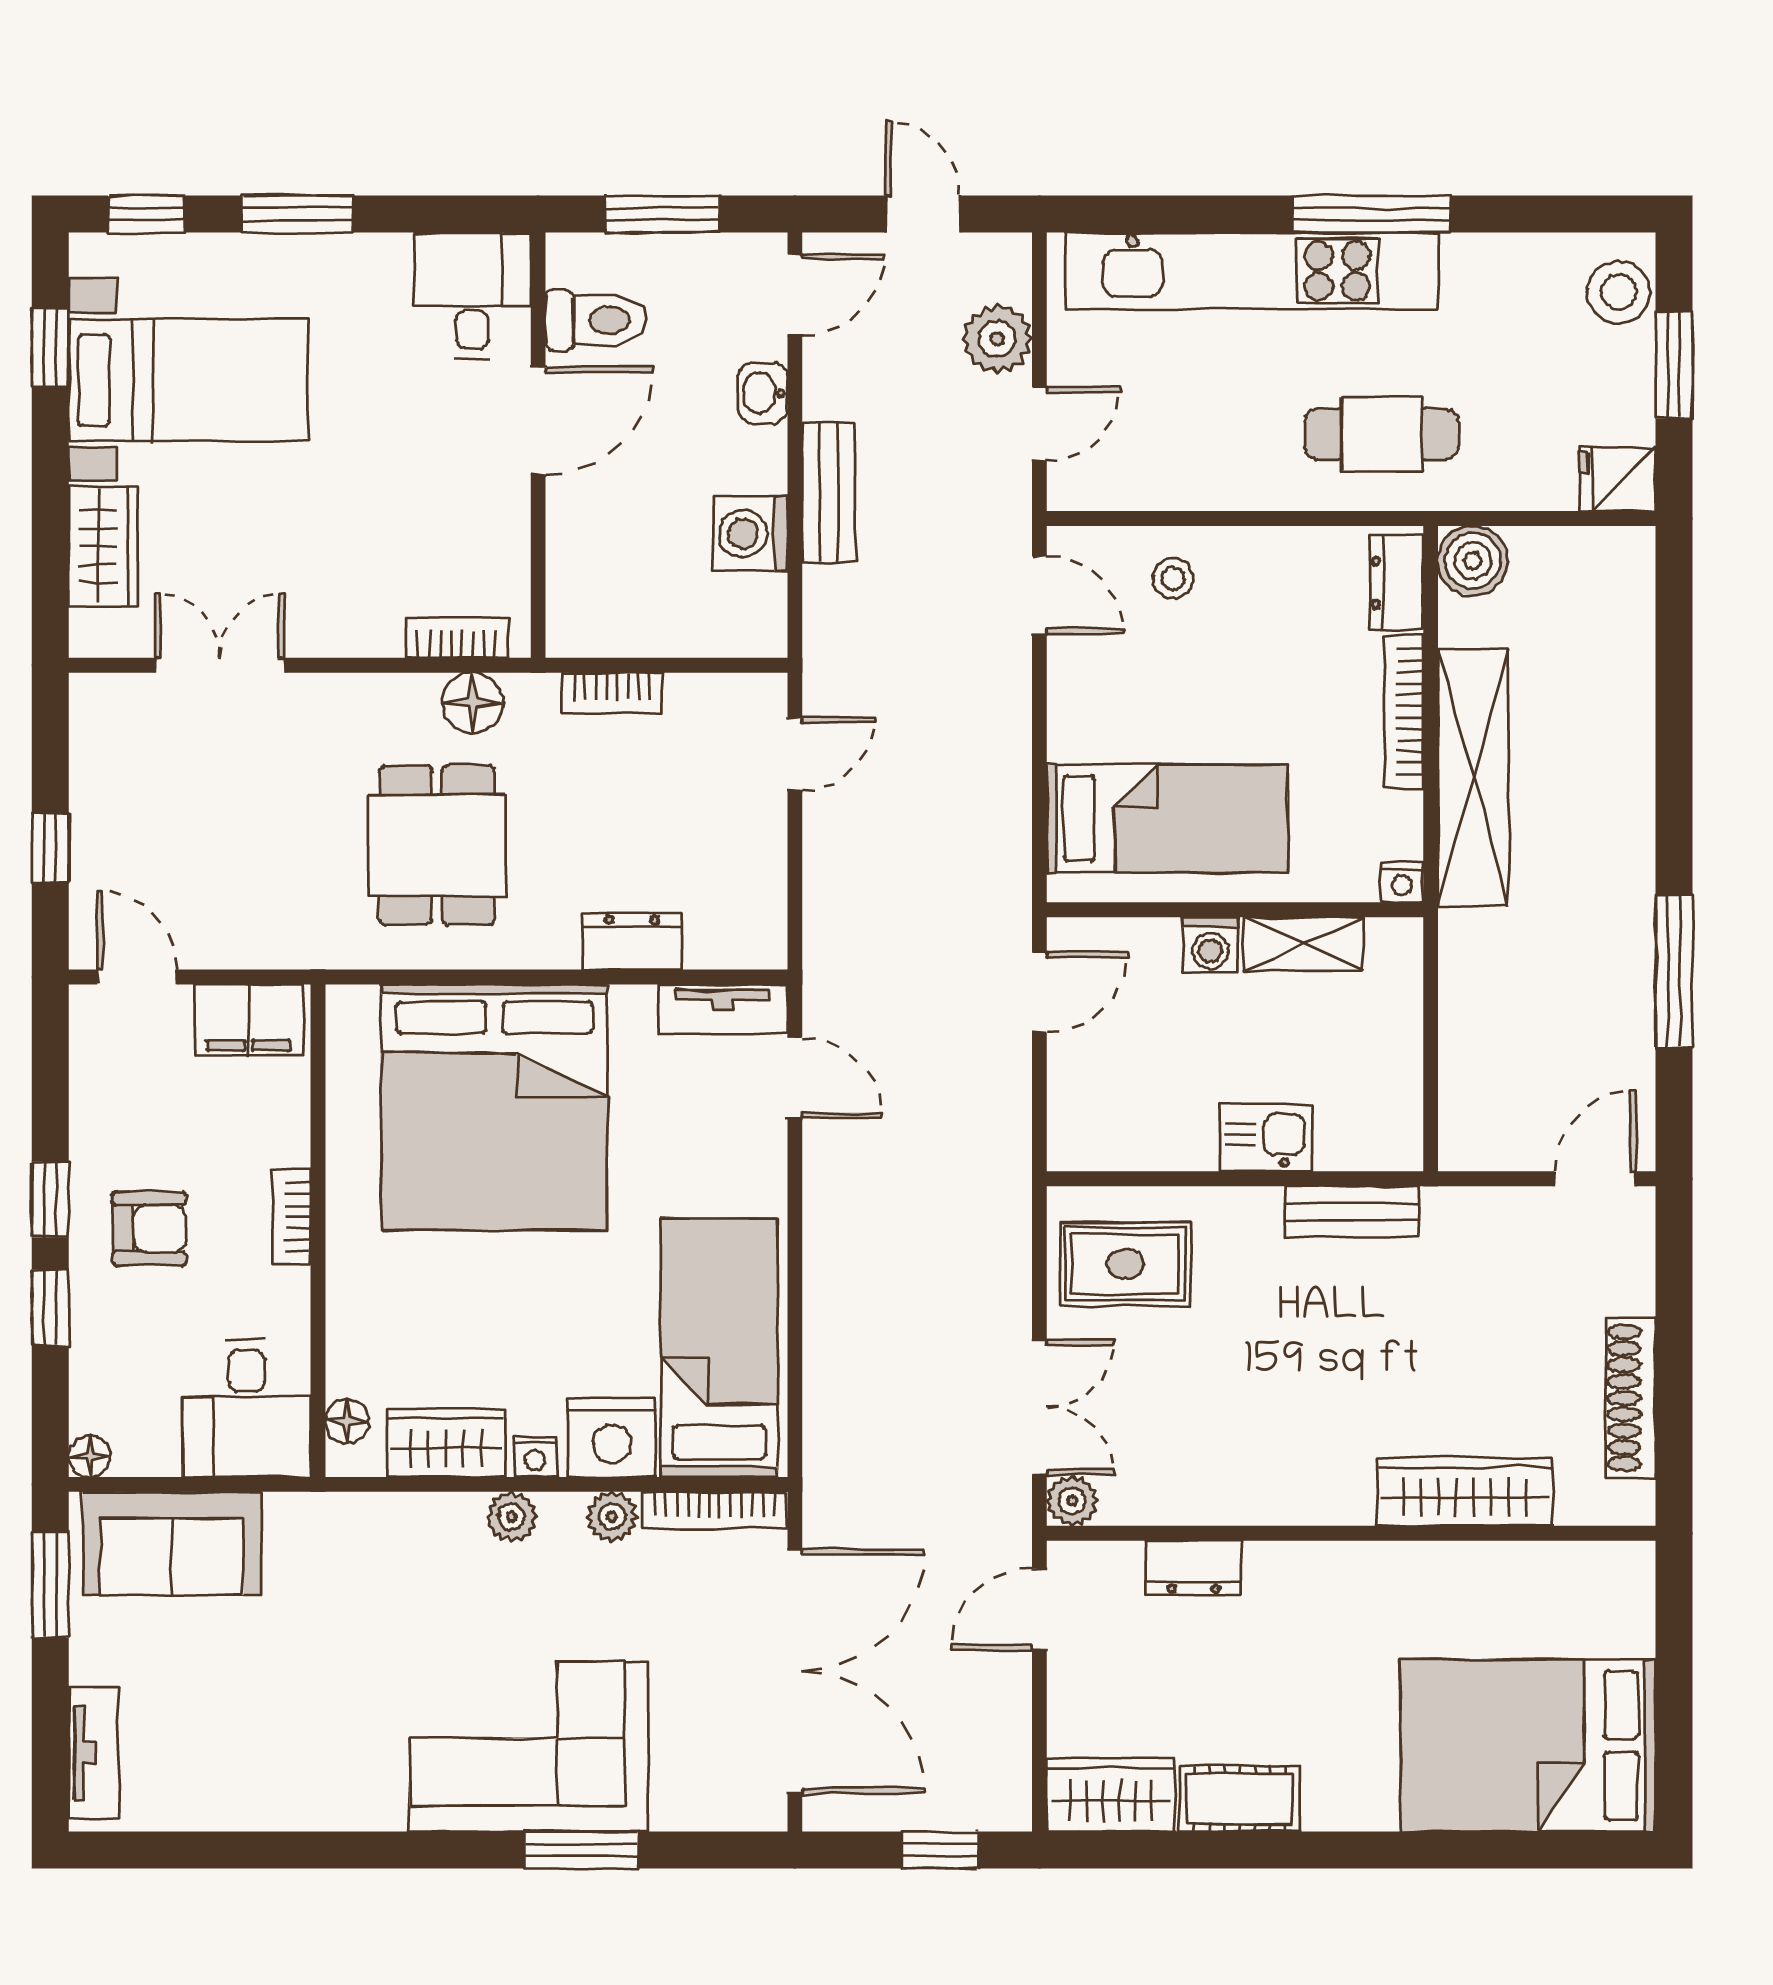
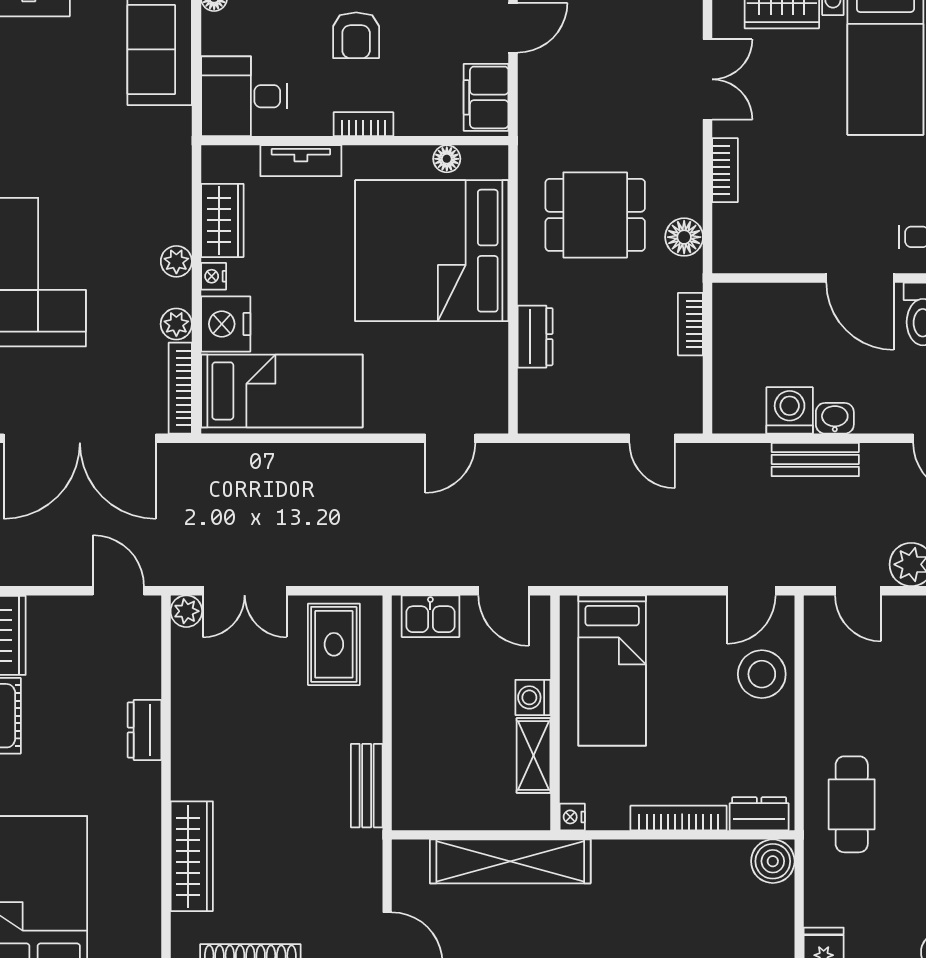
washbasin: (763, 393) -> (835, 418), moved
stool: (1173, 578) -> (762, 674), width x1.89, depth x1.89
bookcase: (457, 637) -> (725, 170), moved
shelving: (1473, 778) -> (510, 861), moved
tv unit: (723, 1009) -> (301, 161), moved, turned -90
kitchen sink: (1266, 1138) -> (430, 616), moved, turned 90
floor lamp: (347, 1421) -> (447, 159), moved
dresser: (1194, 1568) -> (144, 730), moved

